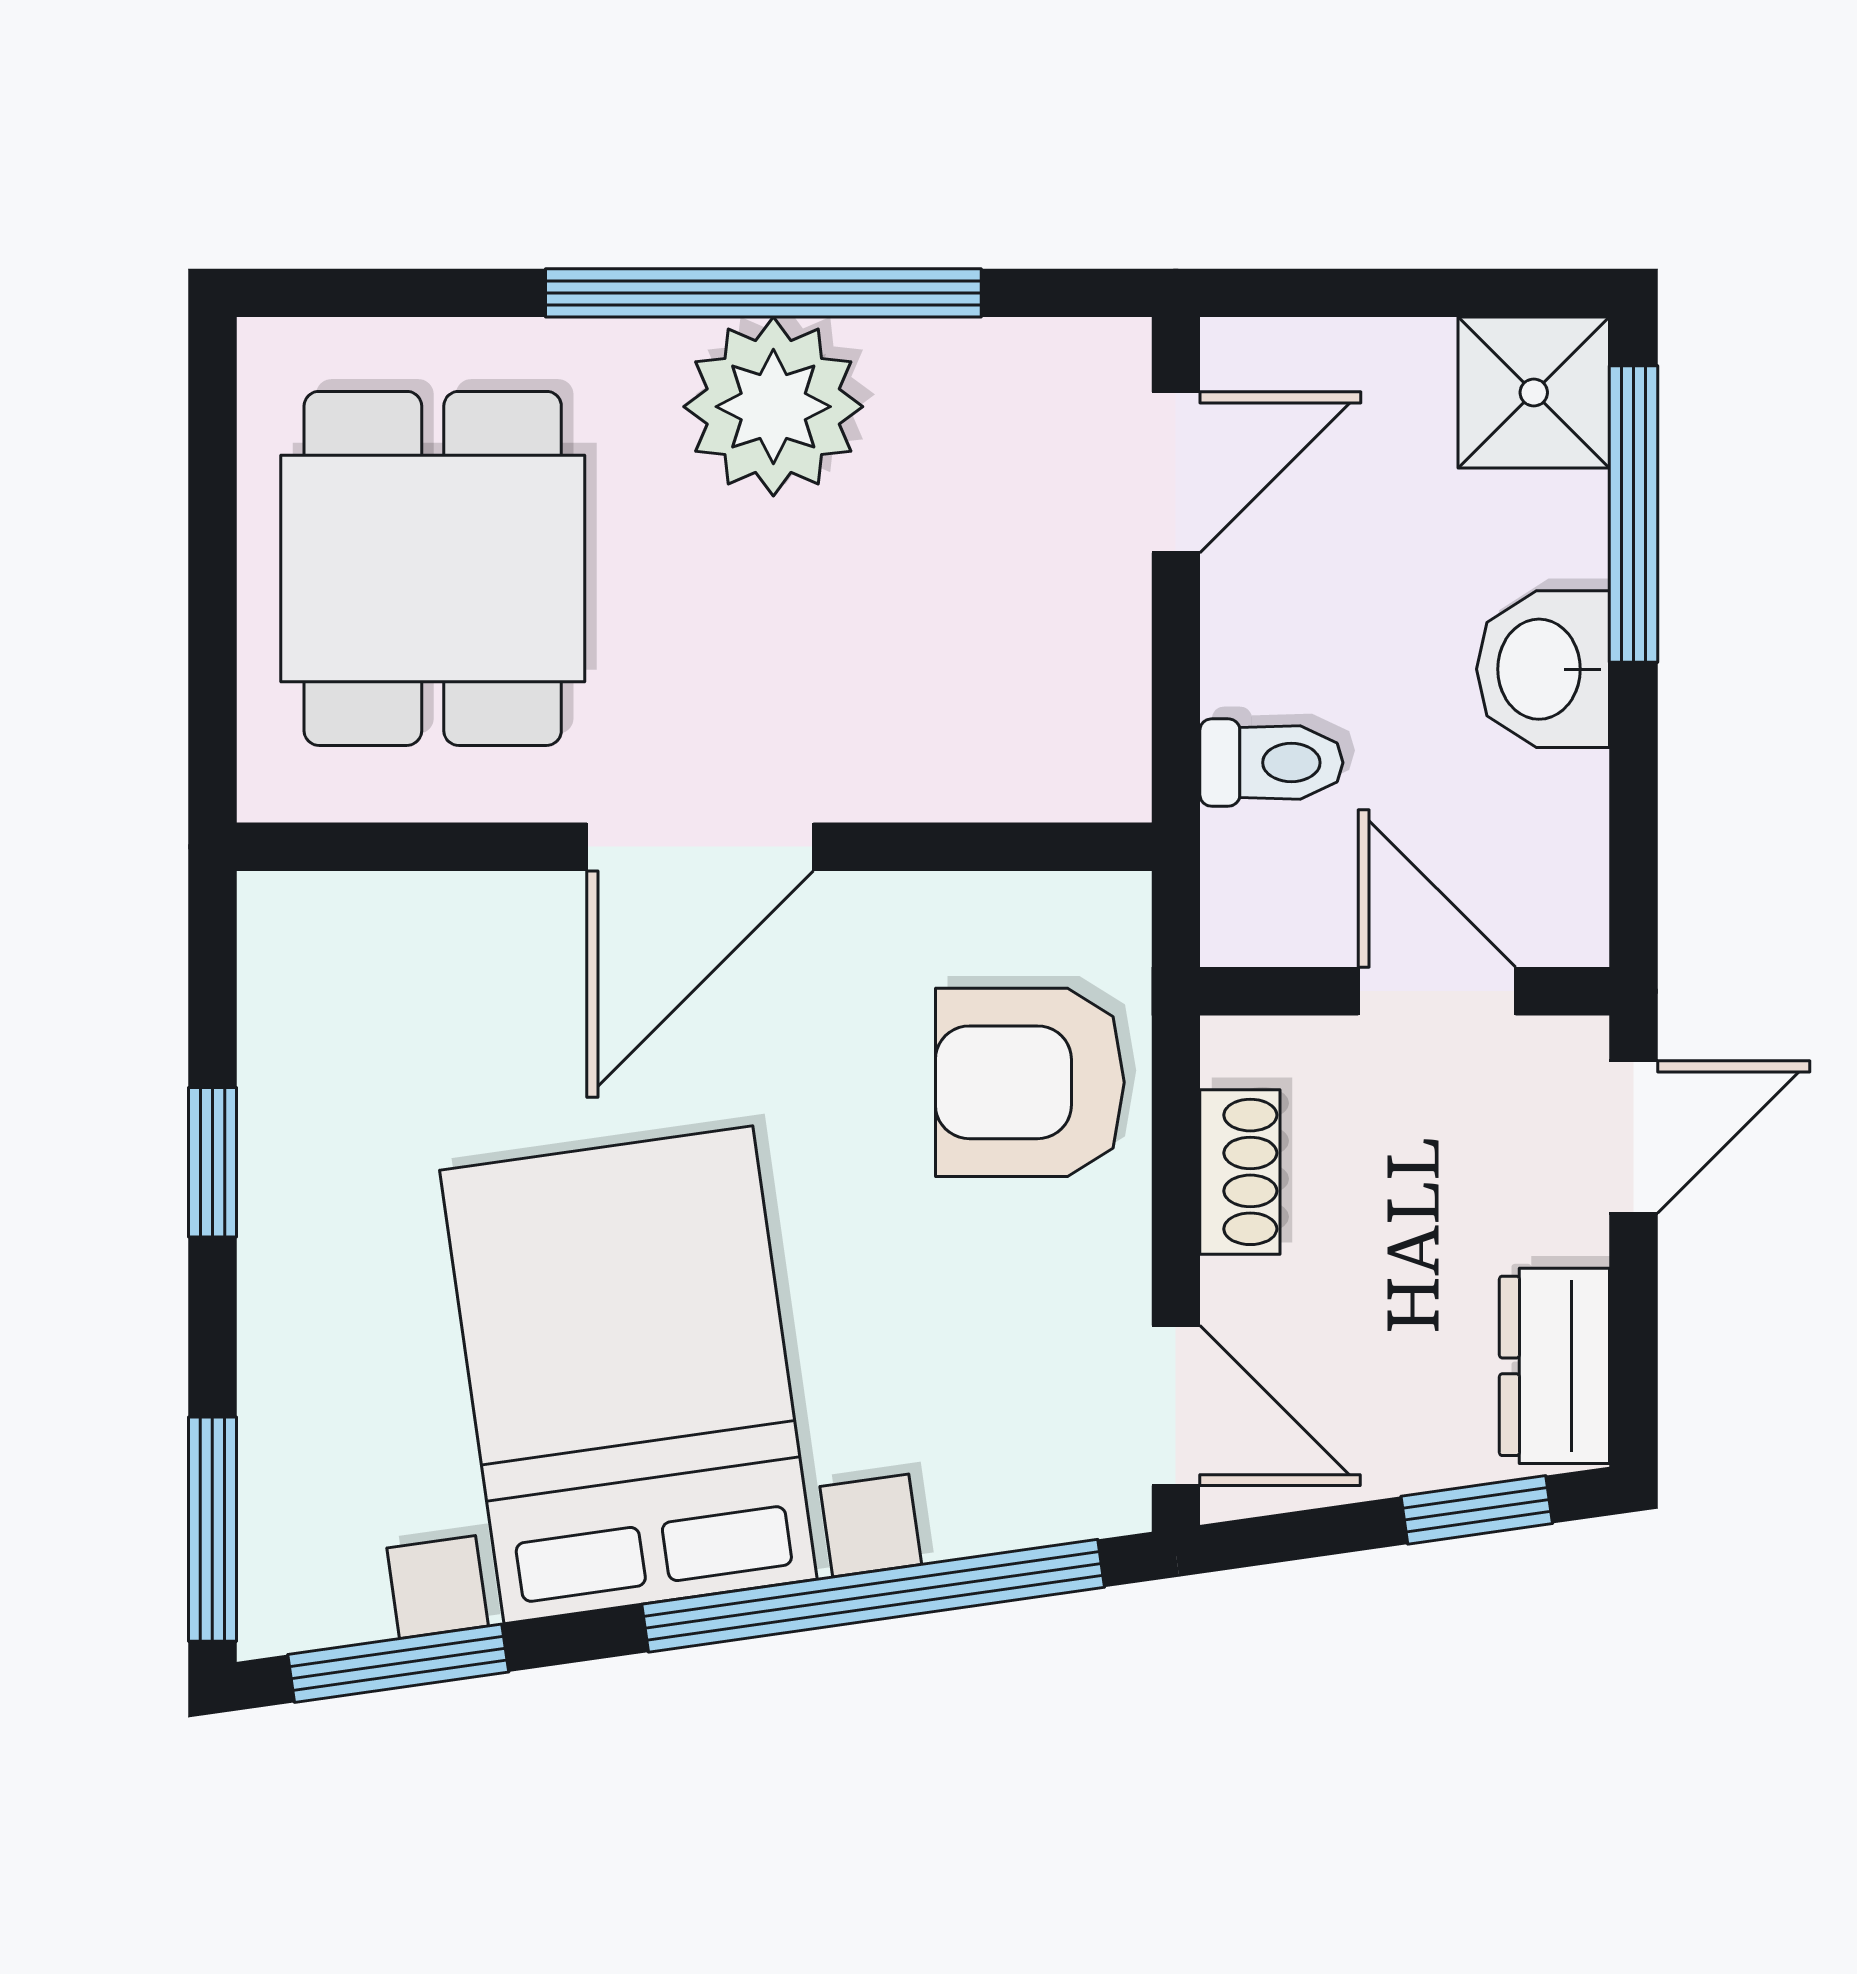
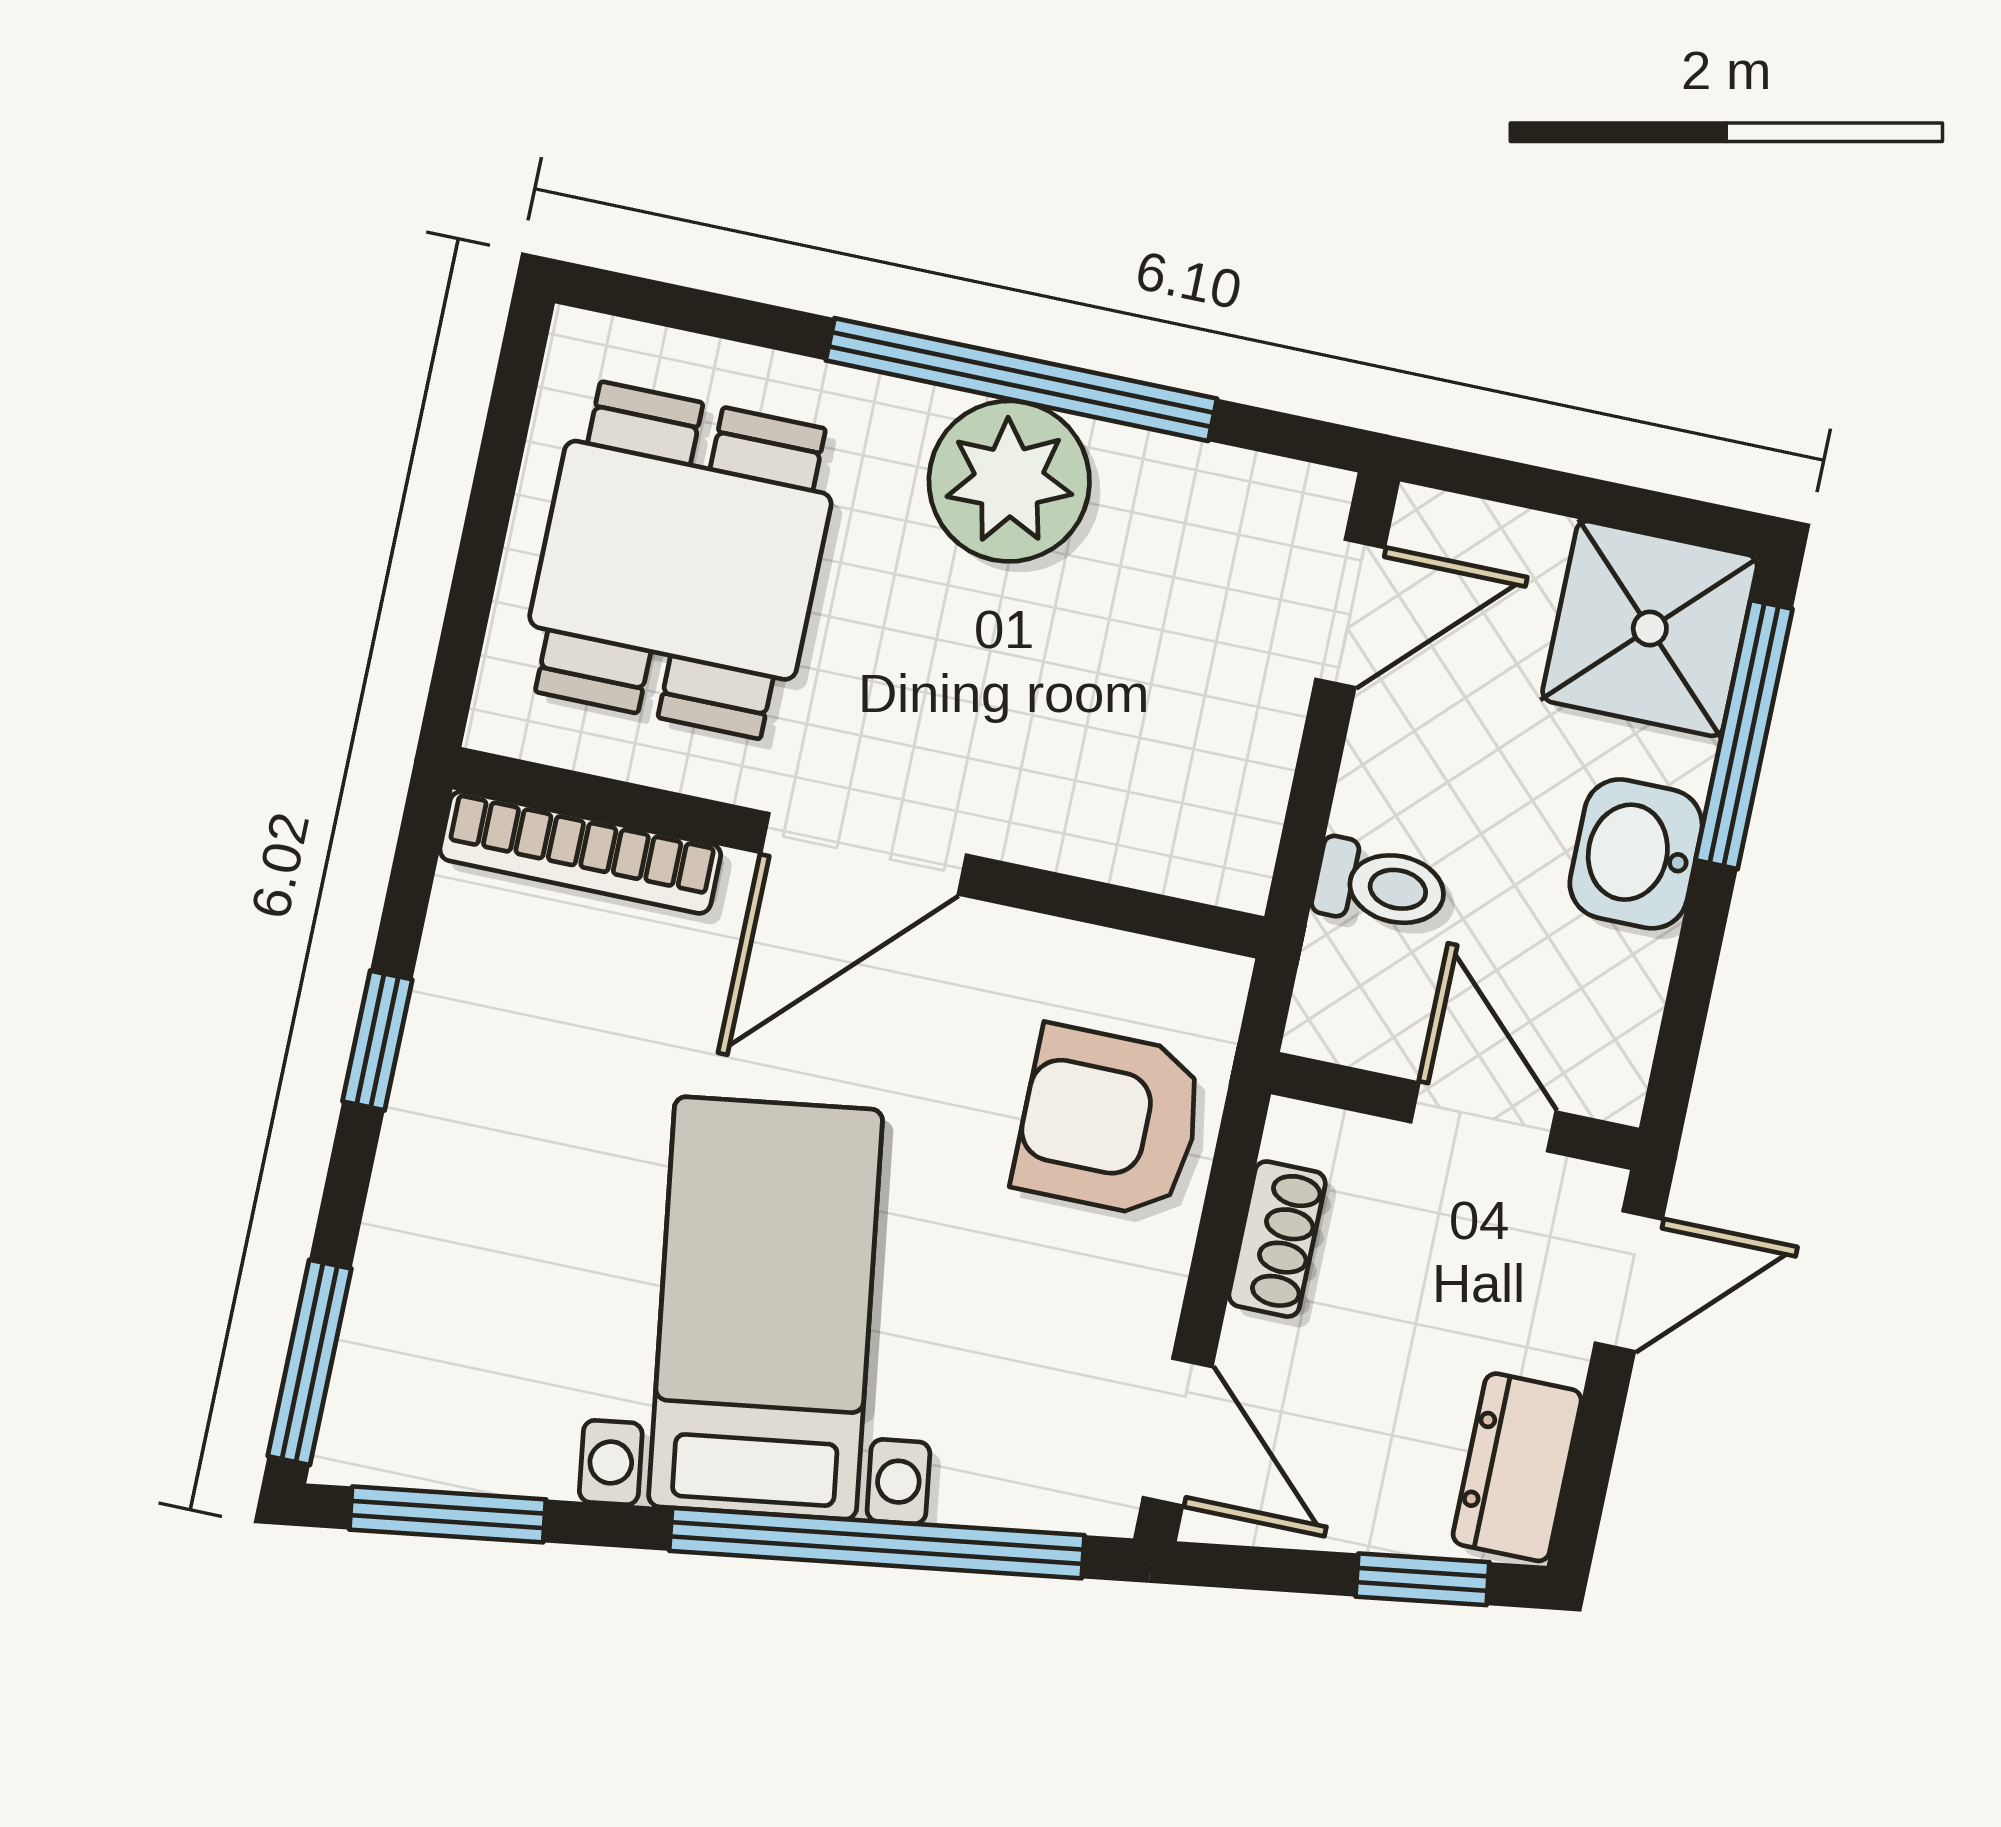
shower: (1534, 392) -> (1650, 628), width x1.36, depth x1.36
bookcase: (391, 910) -> (580, 852), added
bed with nightstands: (628, 1375) -> (766, 1308), width x0.73

